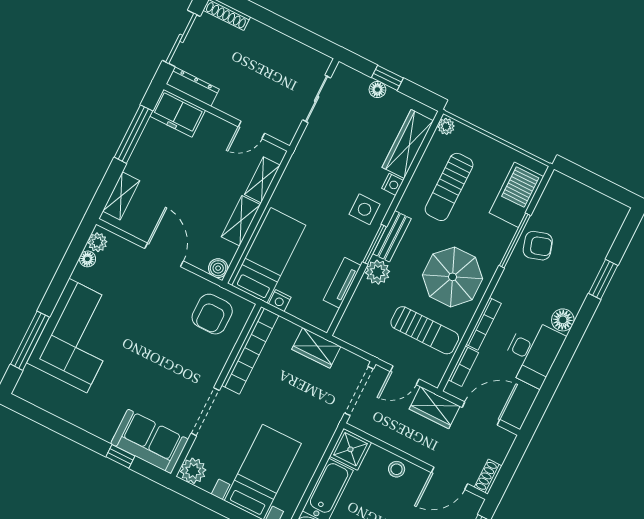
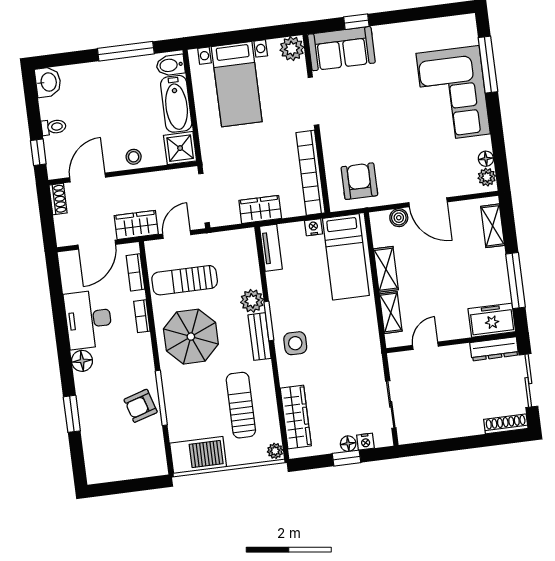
nightstand: (393, 184) -> (365, 442), moved, turned -90
barbecue: (516, 195) -> (198, 455), moved, turned -90
boiler: (218, 268) -> (399, 218), moved
tv unit: (342, 283) -> (271, 248), moved
bookcase: (484, 324) -> (142, 316), width x0.64

